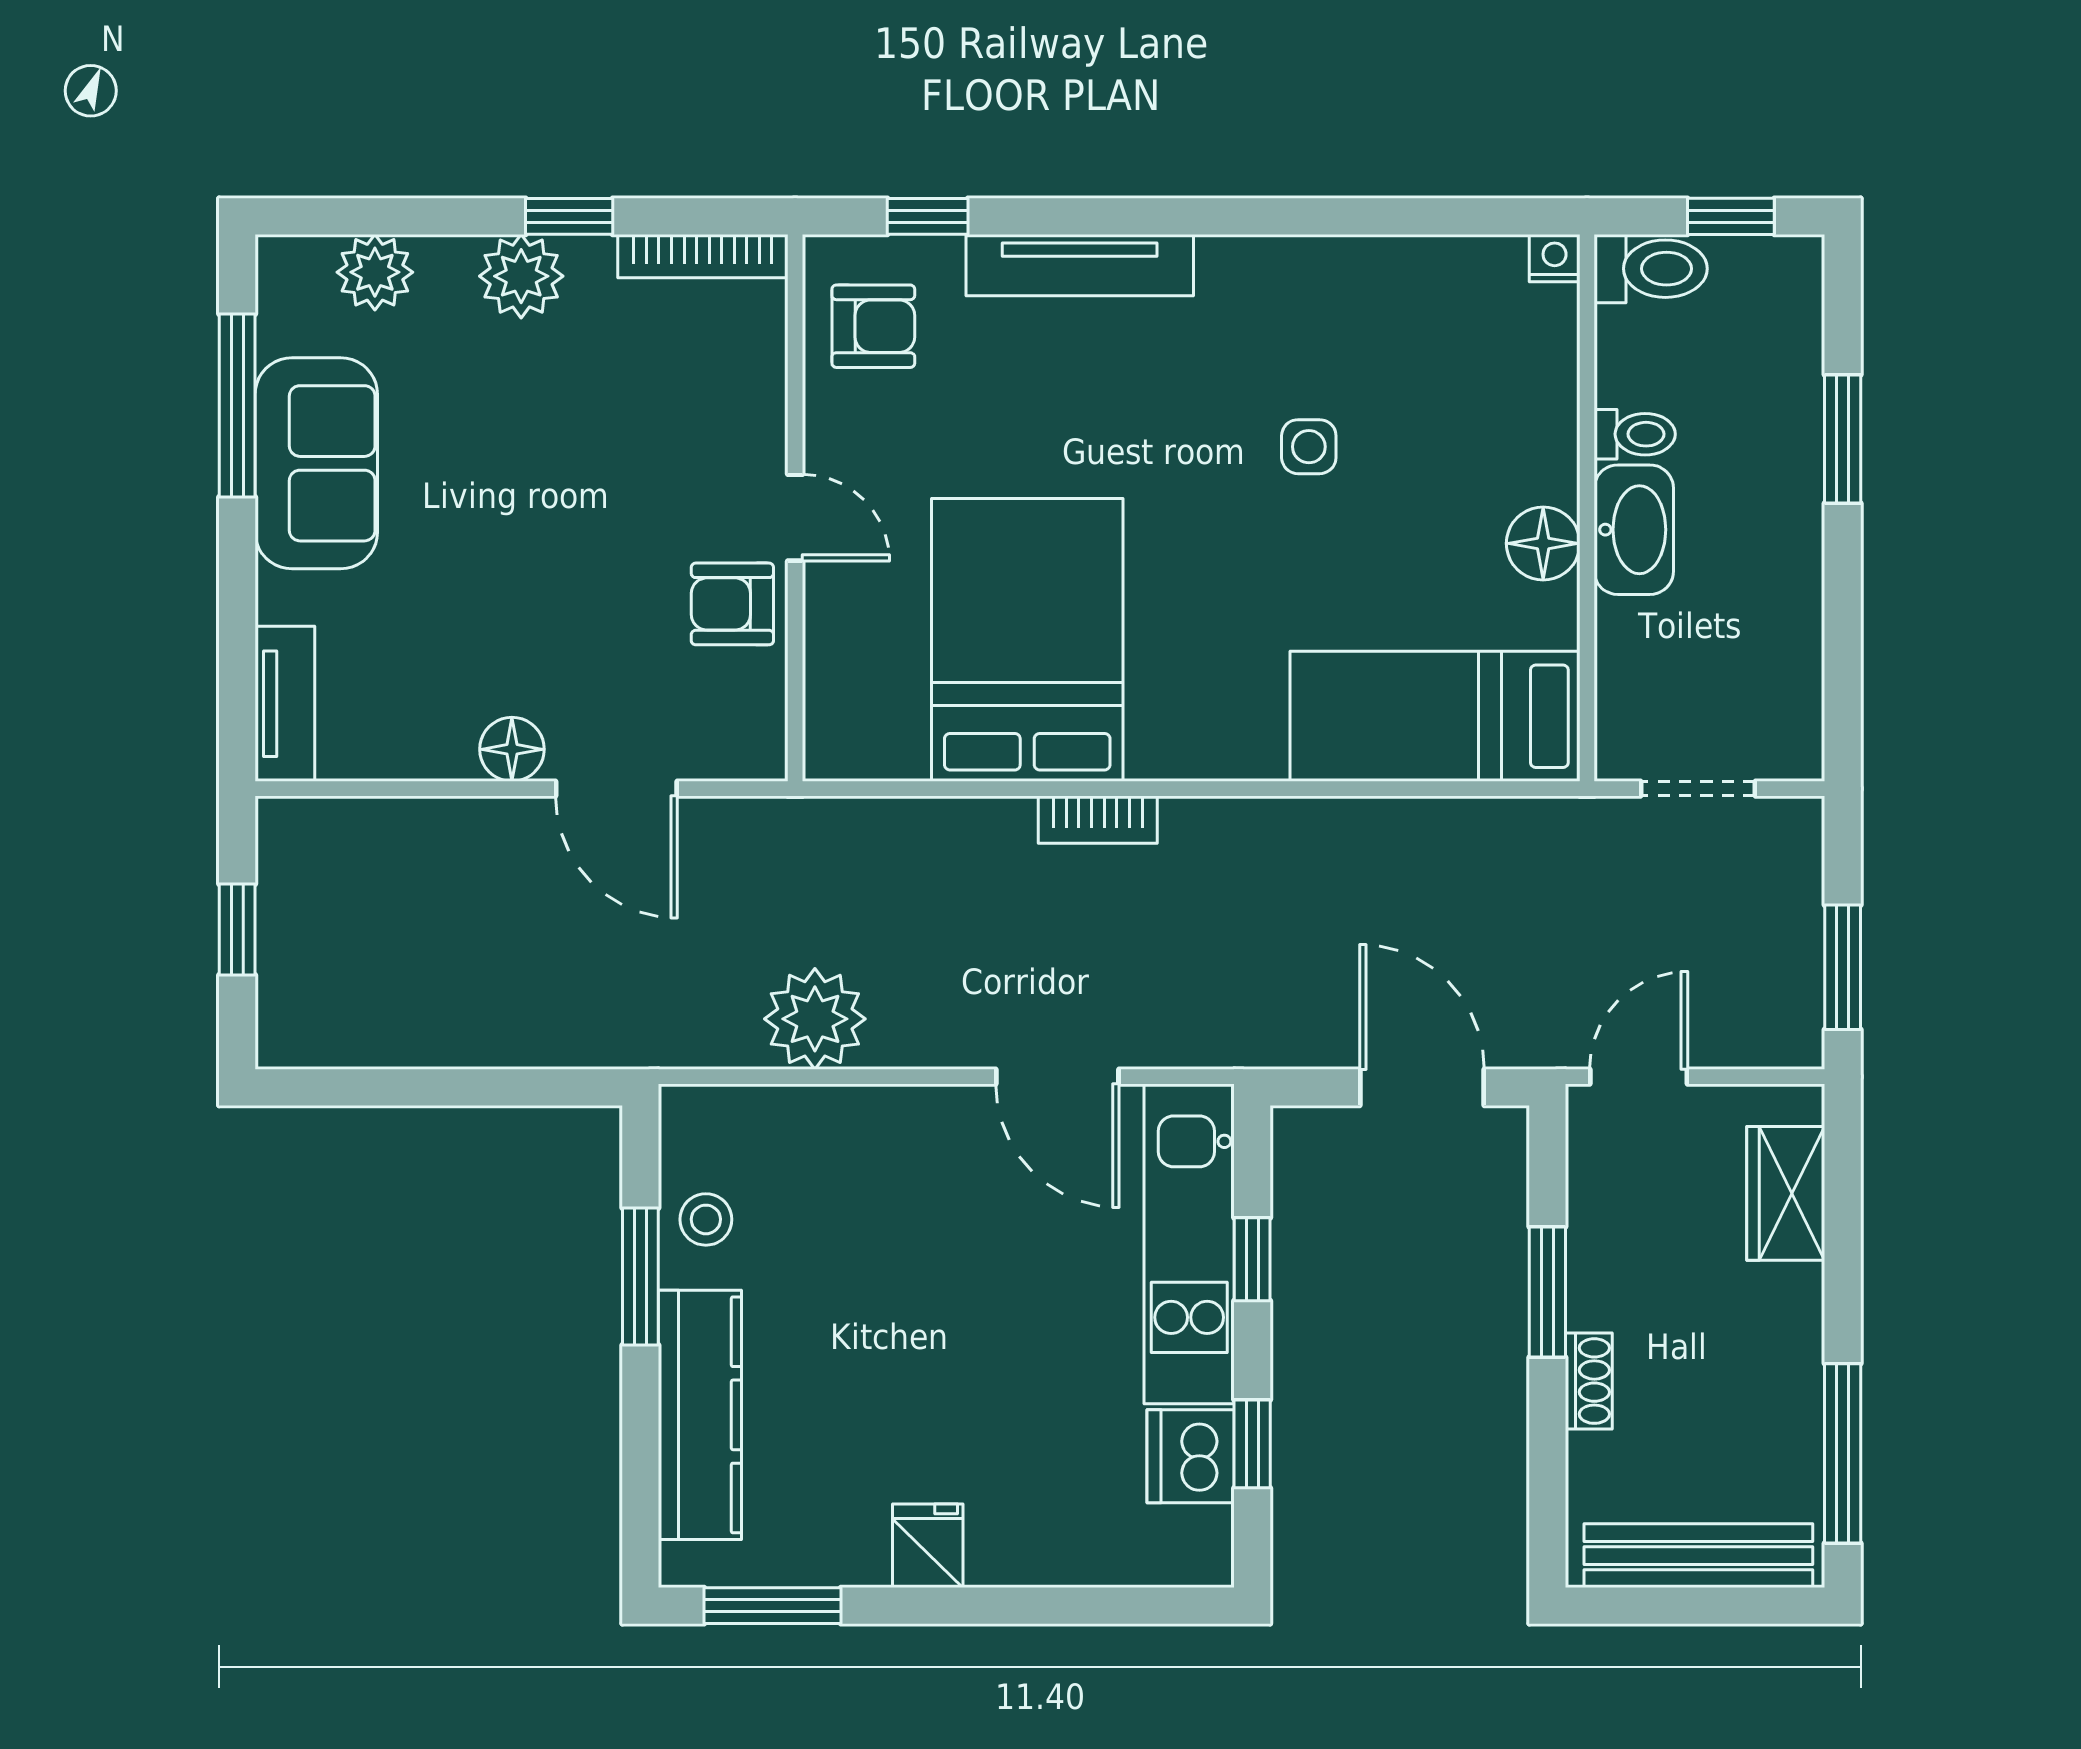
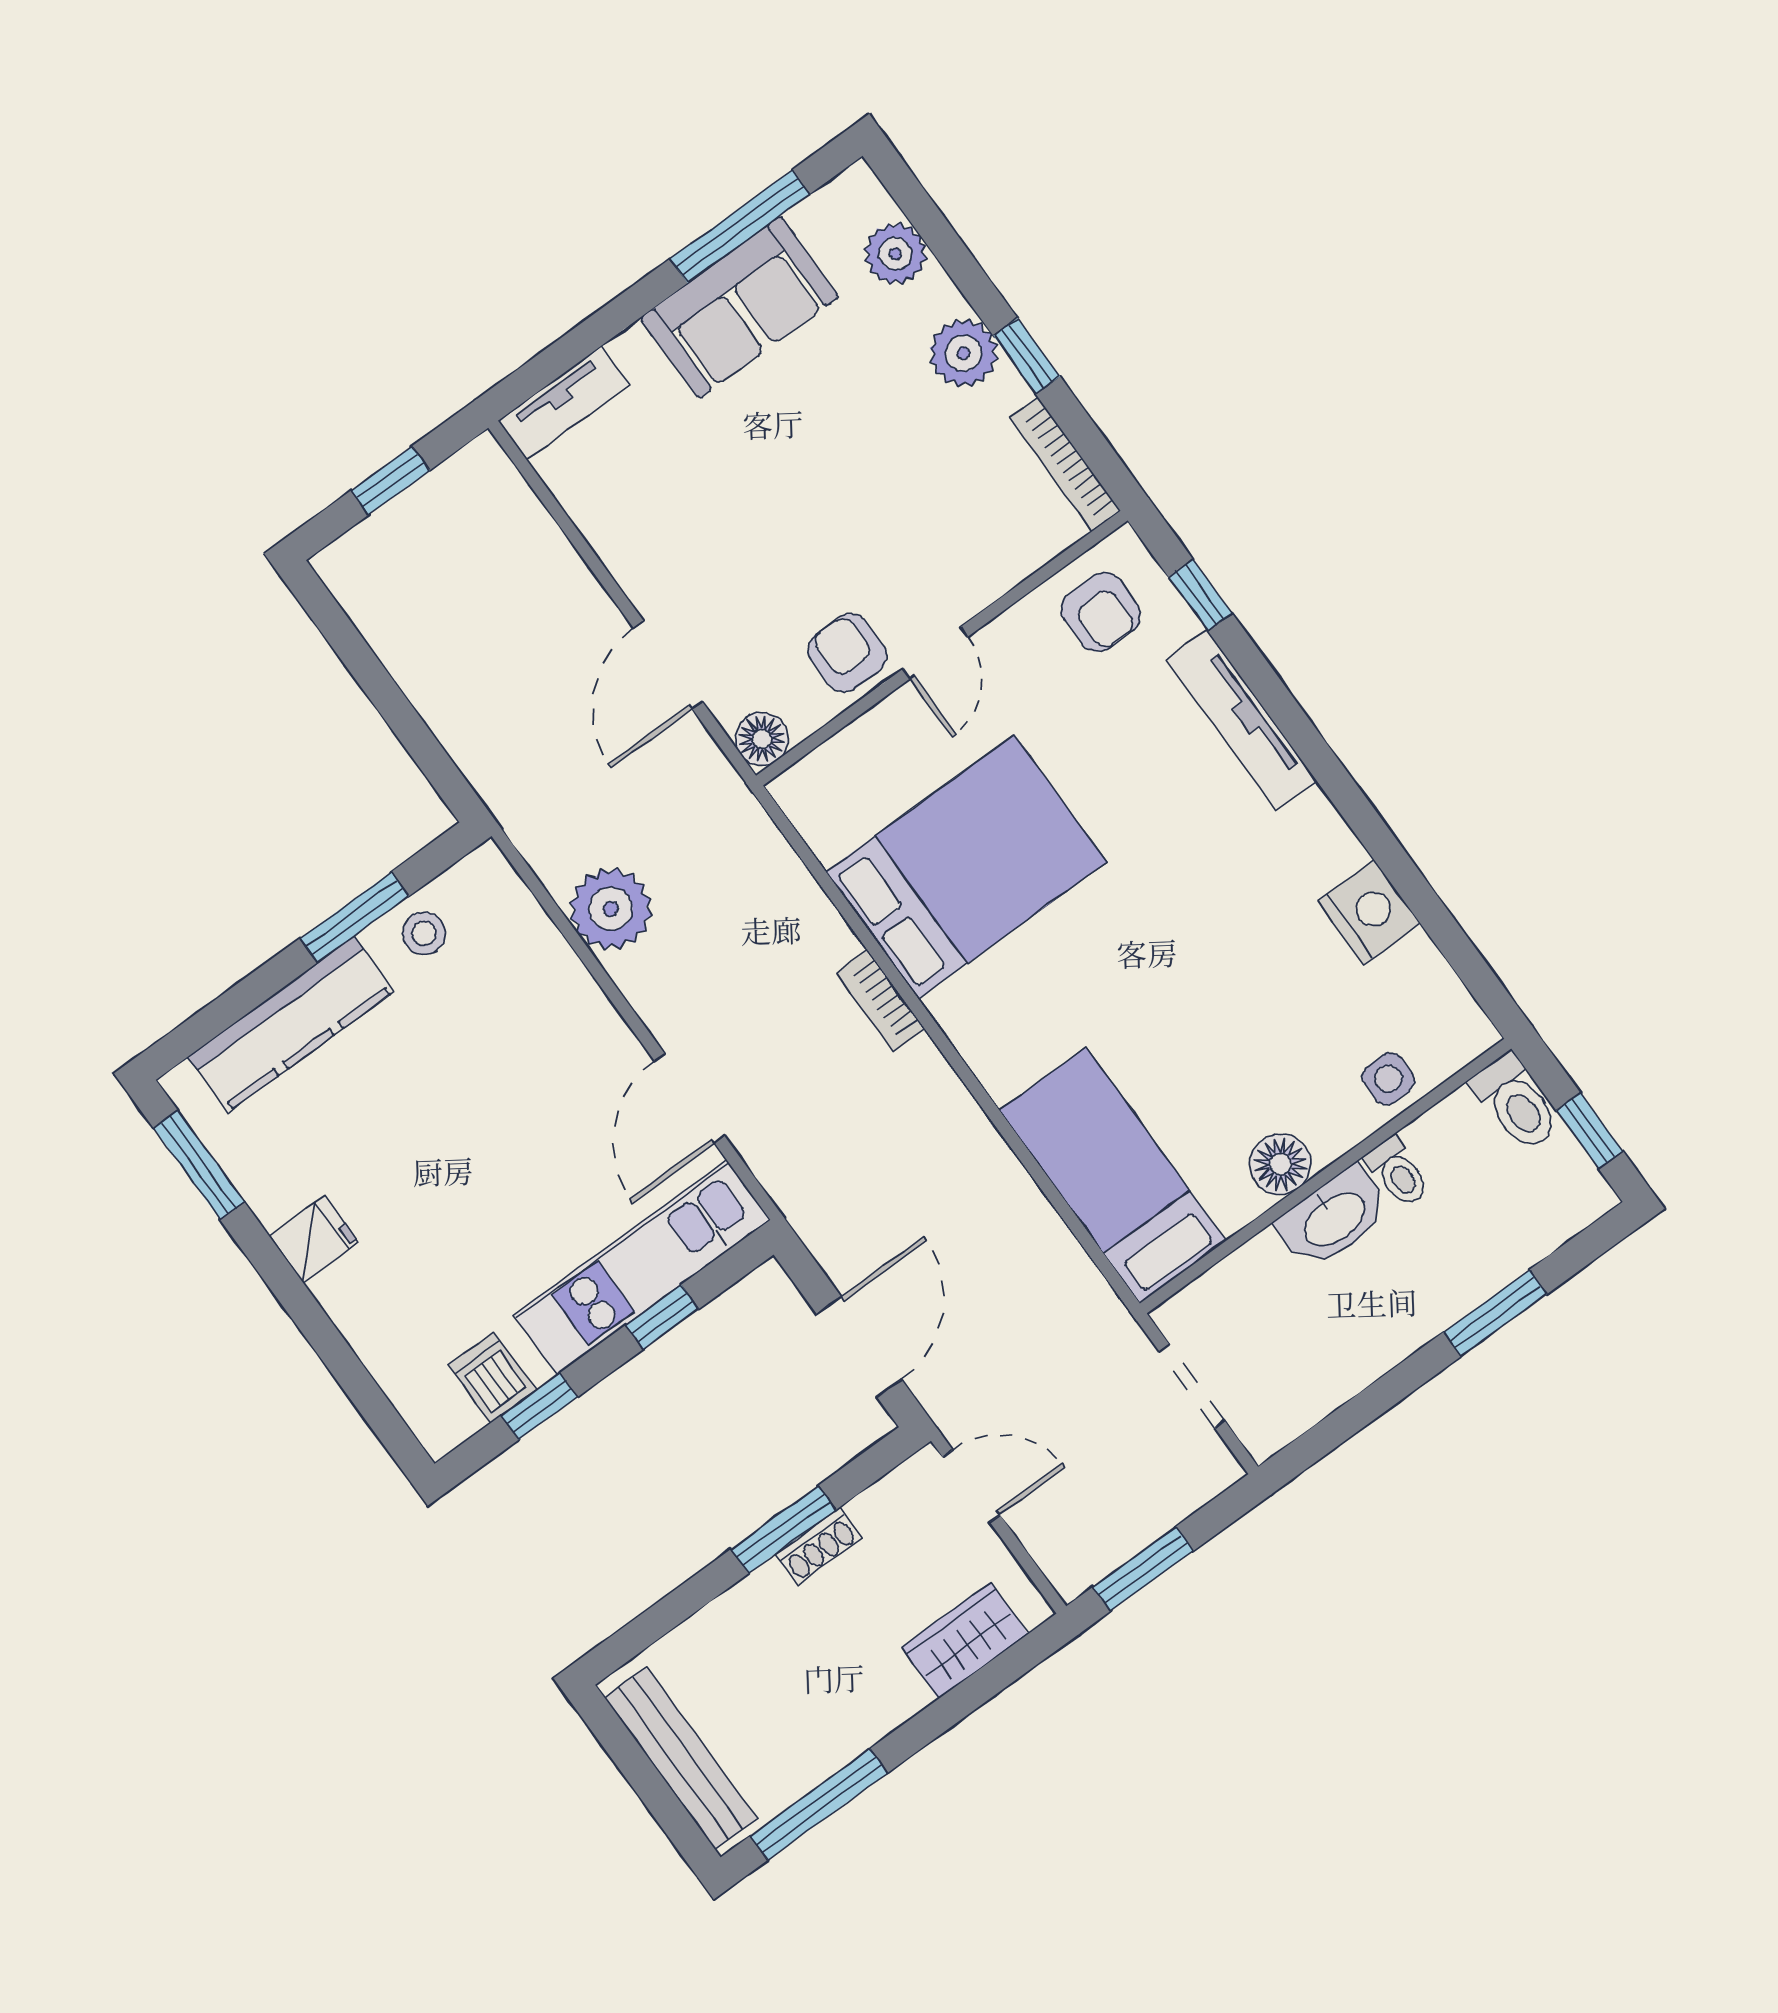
nightstand: (1555, 258) -> (1369, 912), moved, width x1.89, depth x1.79
side table: (1309, 447) -> (1388, 1079), moved
floor lamp: (512, 749) -> (762, 739), moved
shoe rack: (1589, 1381) -> (818, 1546), moved
dishwasher: (1191, 1456) -> (493, 1377), width x0.73

